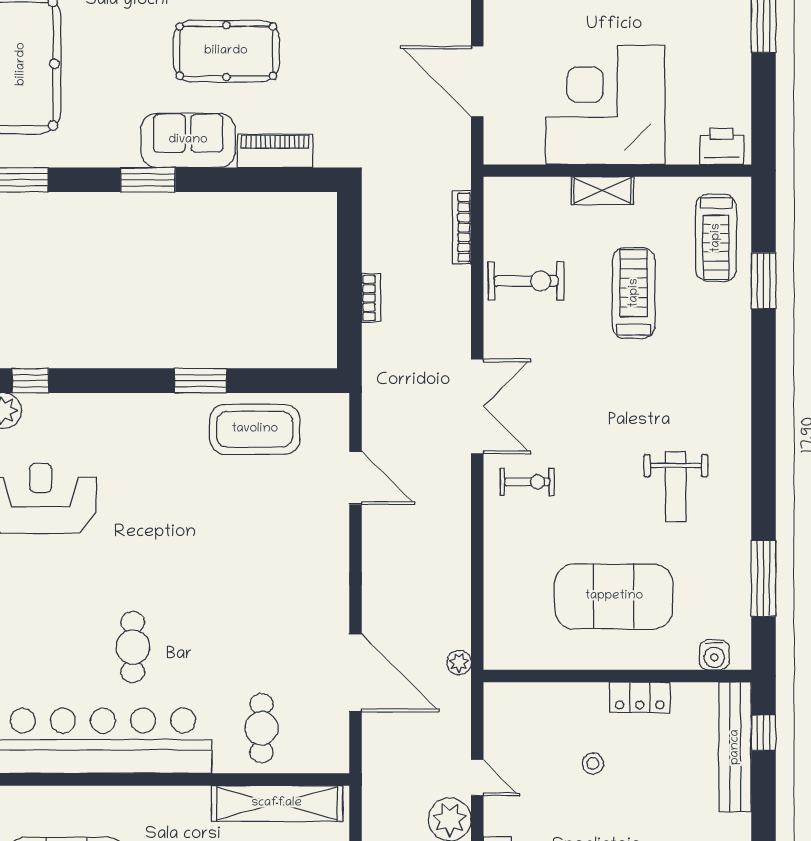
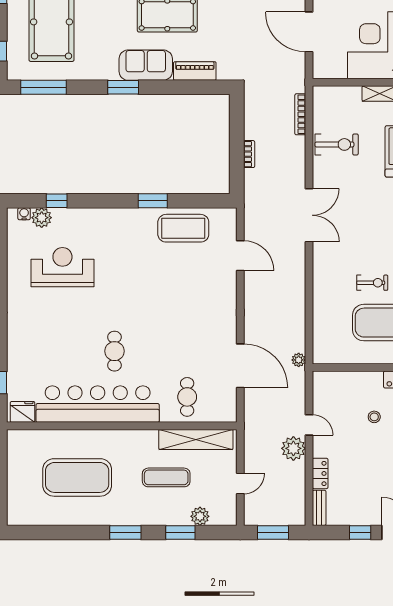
exercise bike: (527, 482) -> (372, 283), moved

